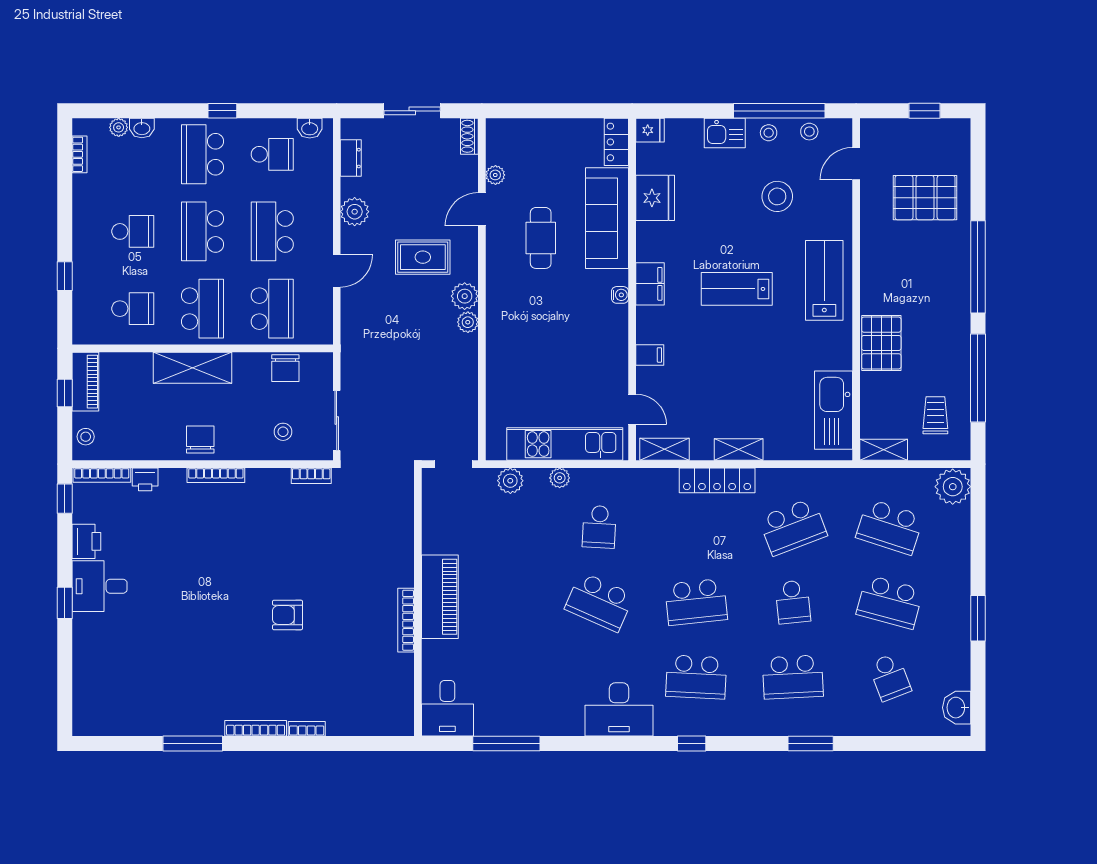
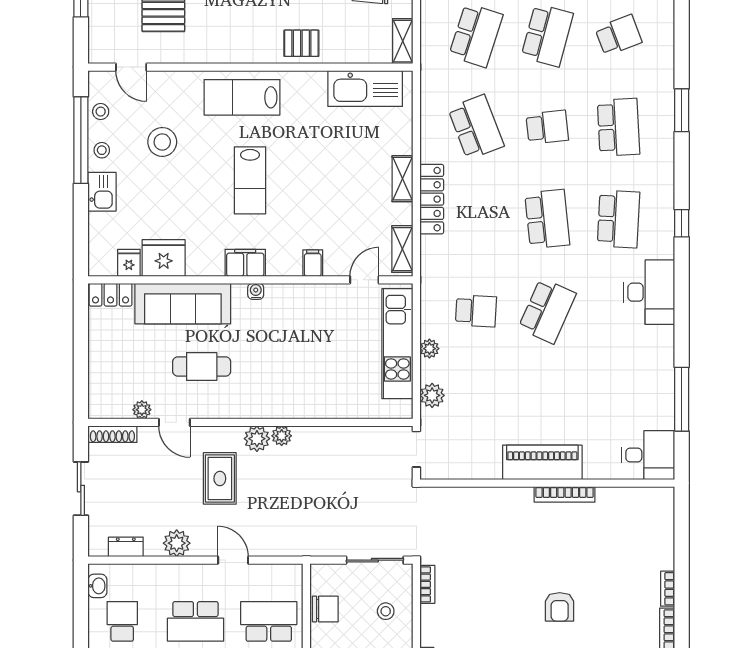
fridge: (650, 130) -> (129, 263), moved
shoe rack: (469, 136) -> (112, 434), width x1.43
pallet: (881, 343) -> (301, 43), width x0.67, depth x0.71

